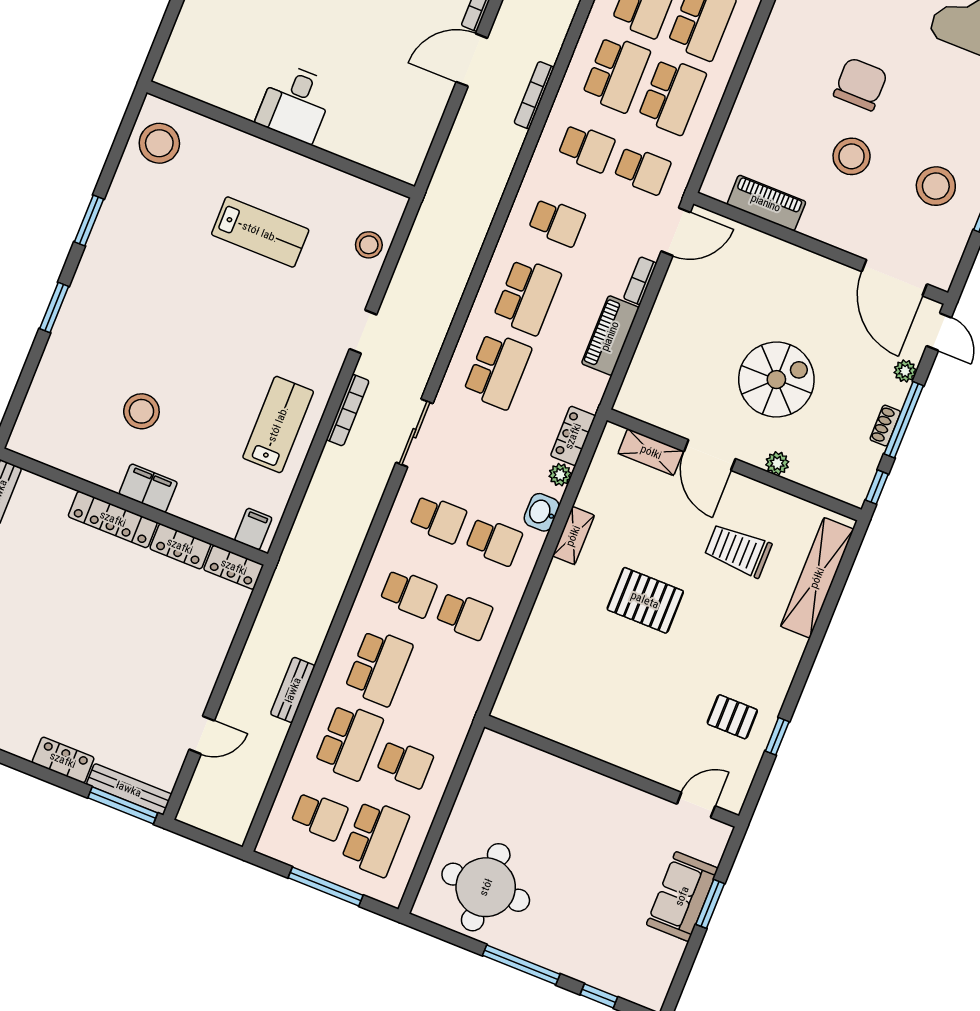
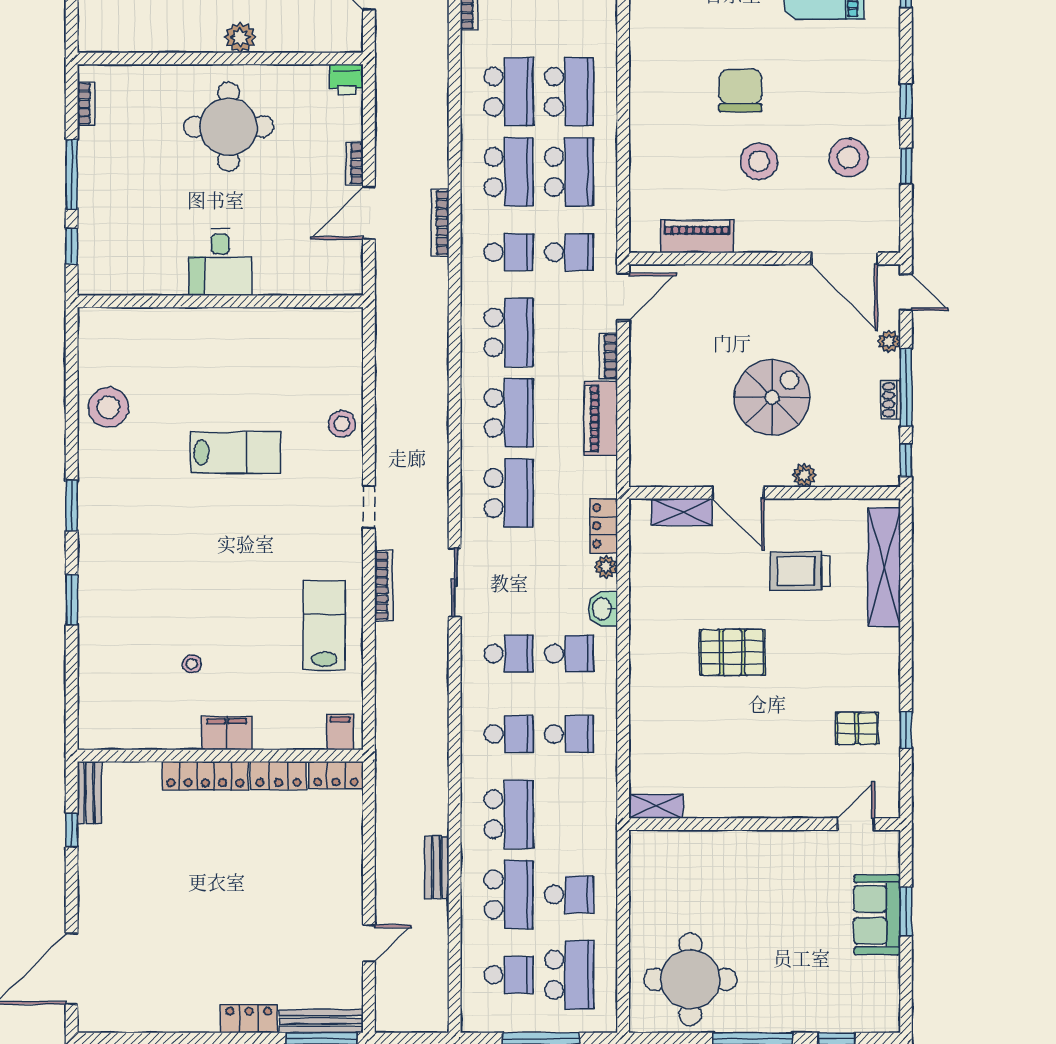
desk: (295, 103) -> (220, 262), moved
wall: (281, 139) -> (220, 301), moved
school desk: (557, 222) -> (509, 332), width x1.85
stool: (141, 411) -> (192, 664), width x0.53, depth x0.53
shelving: (573, 536) -> (656, 806), moved, turned 90

